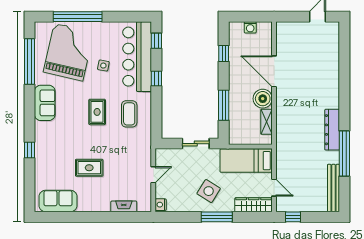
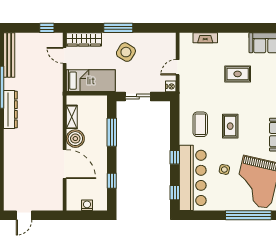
nightstand: (161, 205) -> (171, 86), moved

